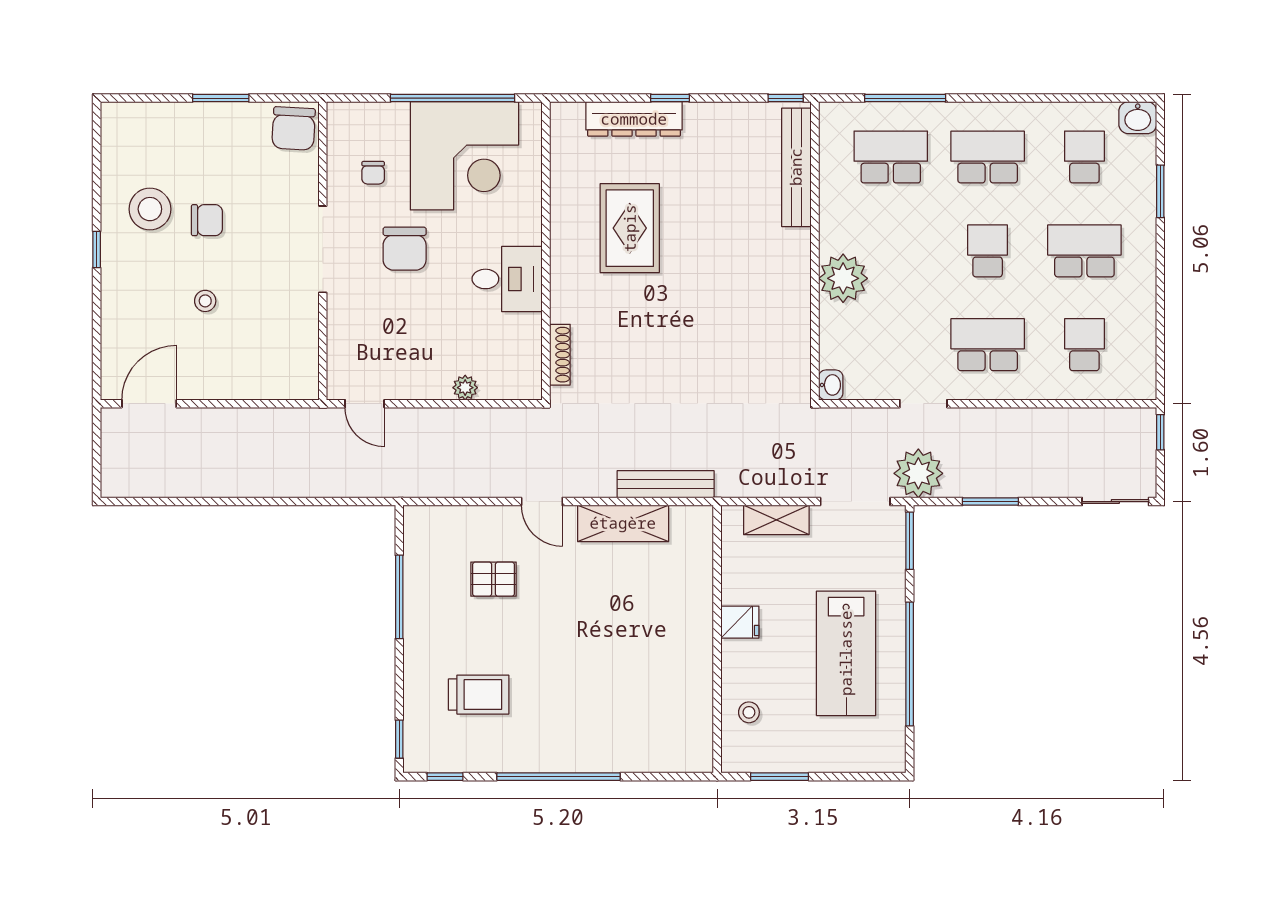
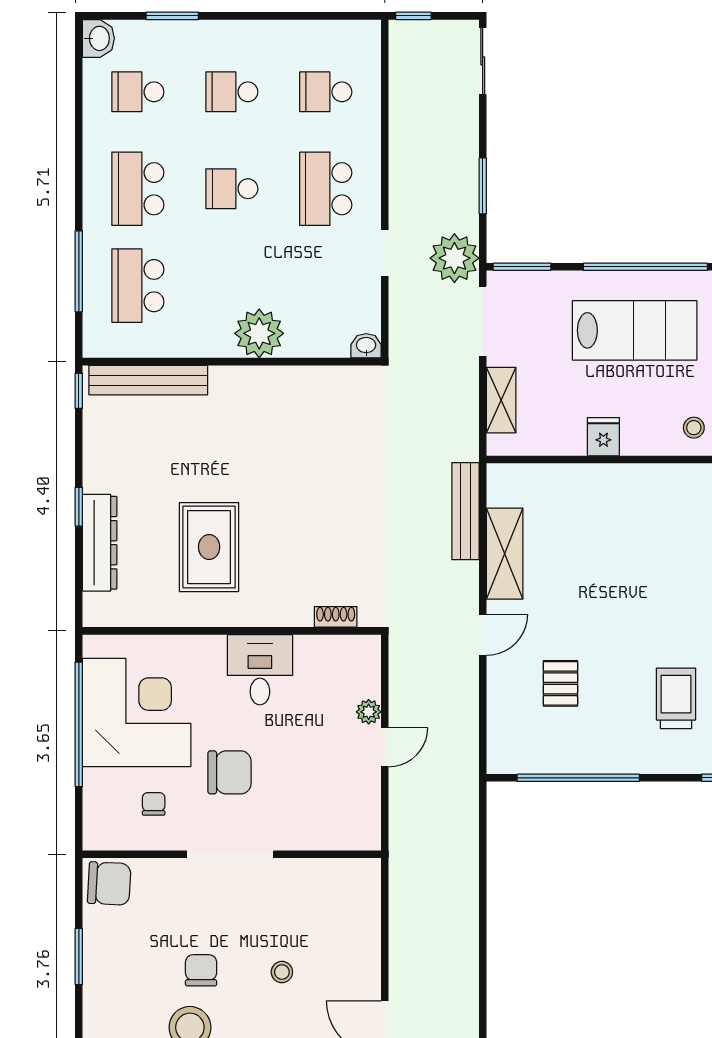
chair: (373, 173) -> (154, 804), turned -90
rug: (630, 228) -> (209, 547), turned 90
school desk: (1084, 251) -> (232, 92), width x0.54
shoe rack: (560, 355) -> (336, 617), width x0.70
door: (365, 404) -> (385, 747), moved
window: (399, 597) -> (578, 778), width x1.46

